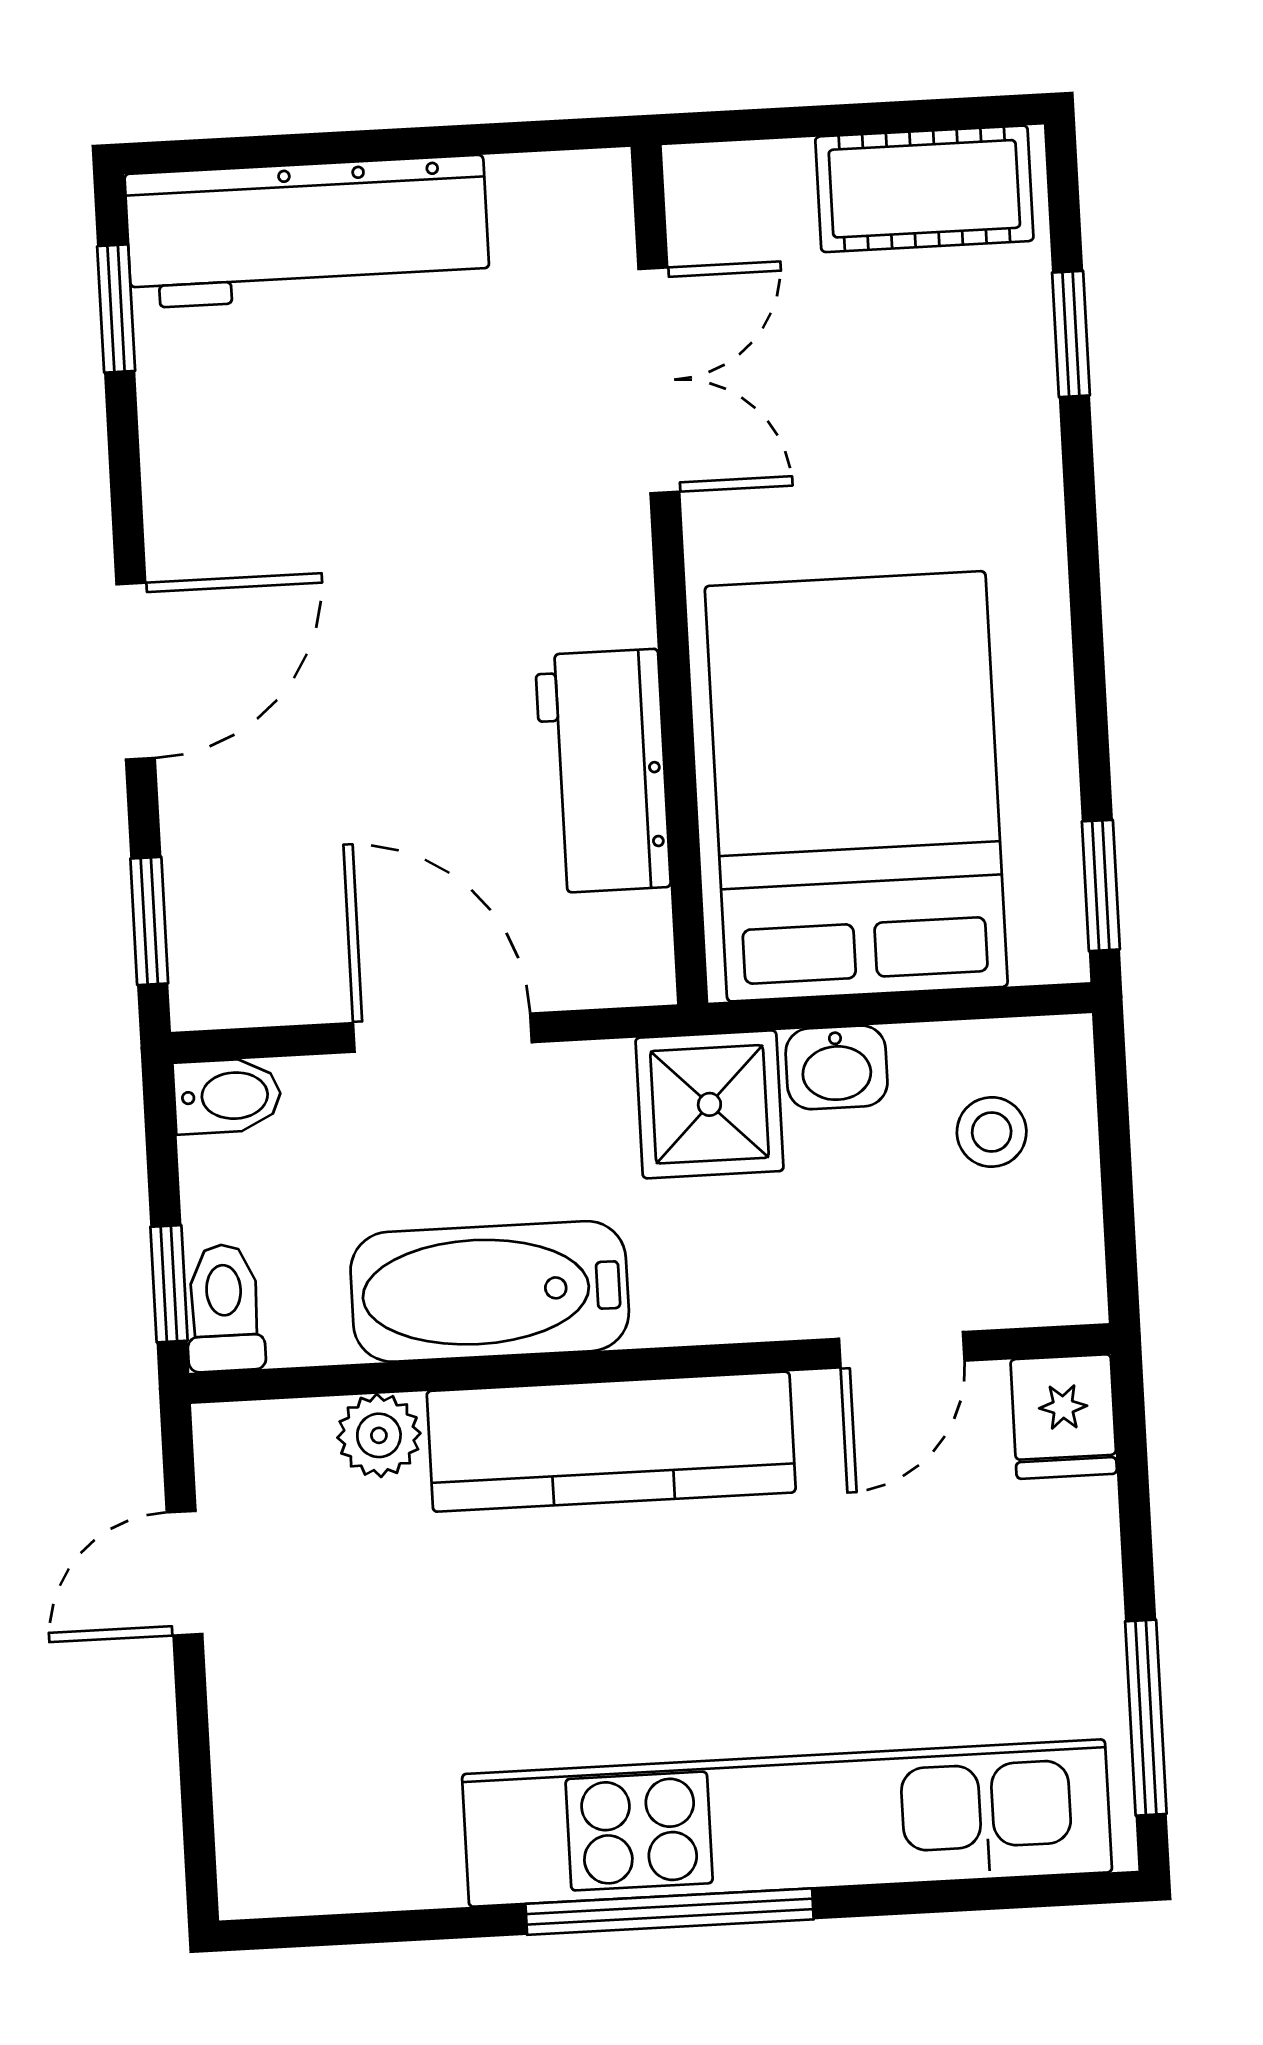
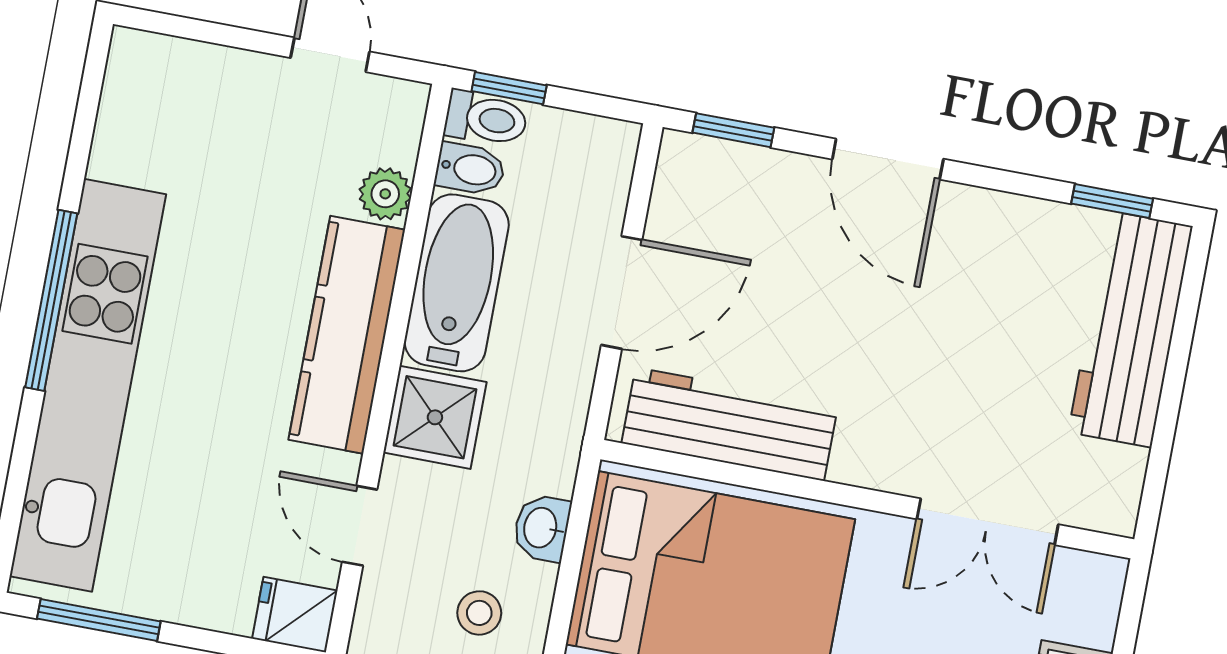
workbench: (603, 771) -> (730, 424), width x1.37
bidet: (227, 1096) -> (470, 169), moved, turned -90
shower: (709, 1104) -> (435, 417), moved

